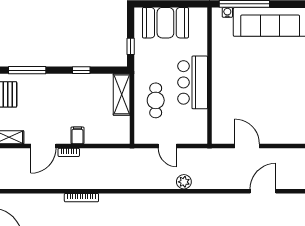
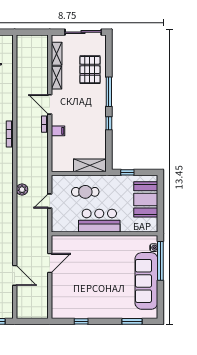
window: (81, 70) -> (109, 123), moved
plant: (184, 182) -> (22, 190), moved

